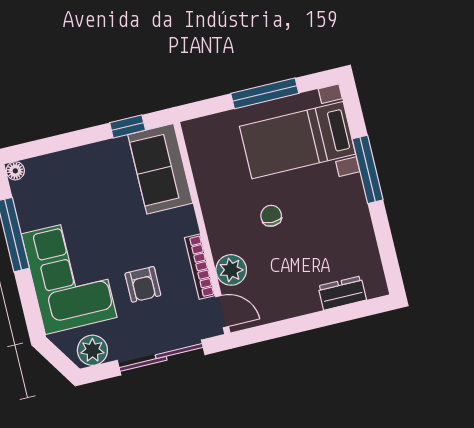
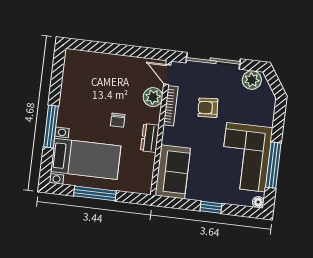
window: (128, 126) -> (211, 207), moved
corner sofa: (69, 276) -> (246, 157), moved
armchair: (143, 284) -> (208, 108), turned -94
dresser: (342, 293) -> (150, 138), moved, turned 90

